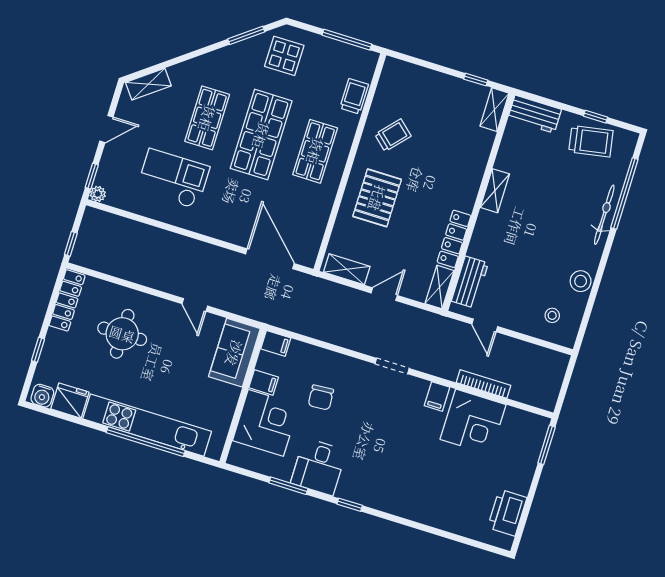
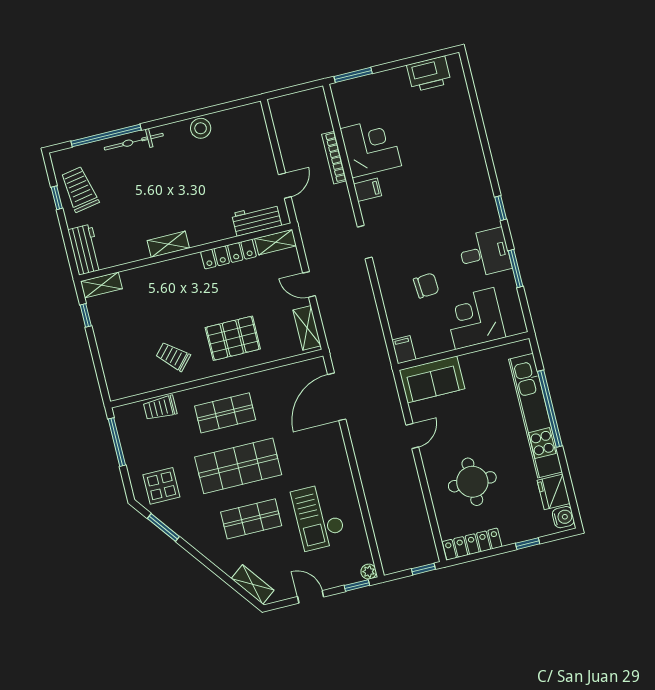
stool: (552, 315) -> (243, 135), removed
filing cabinet: (264, 382) -> (442, 340), removed

